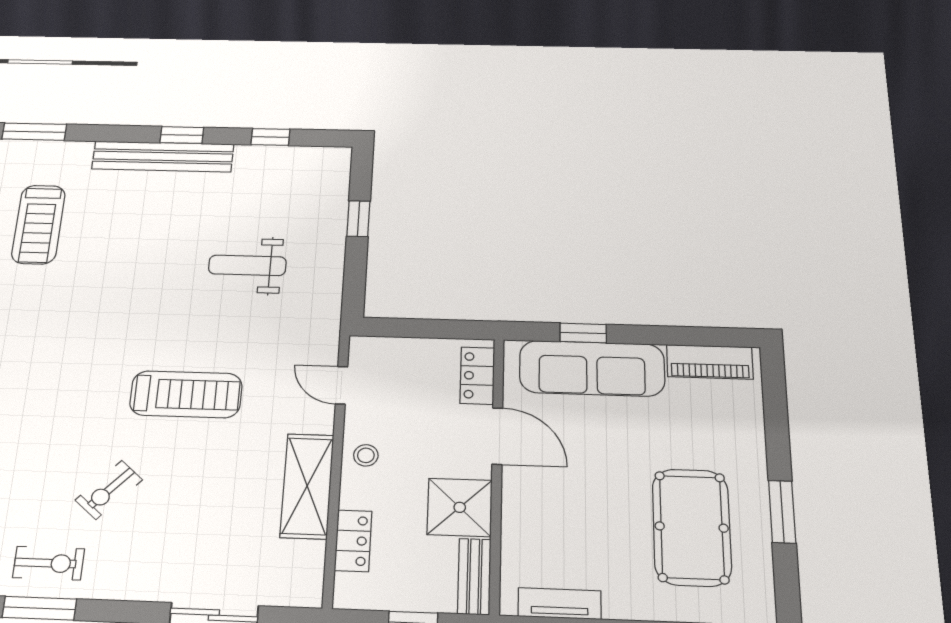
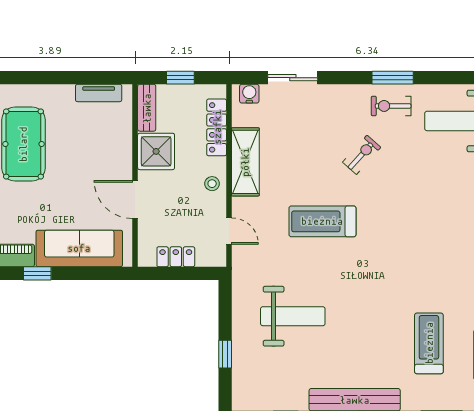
weight bench: (247, 265) -> (293, 316), width x1.36, depth x1.33
window: (583, 333) -> (37, 273), moved
locker: (477, 376) -> (176, 257), moved, turned -90
locker: (353, 541) -> (217, 127), width x1.53
water cooler: (293, 592) -> (249, 94), added

